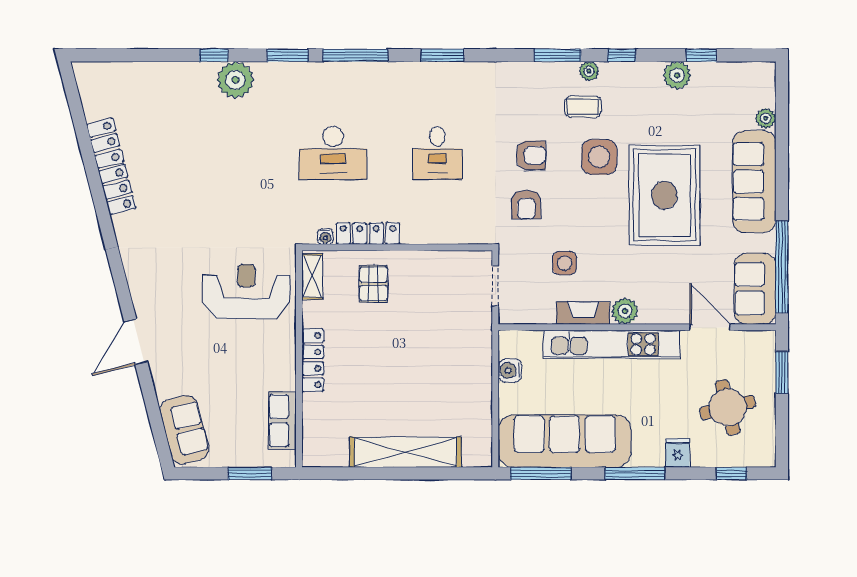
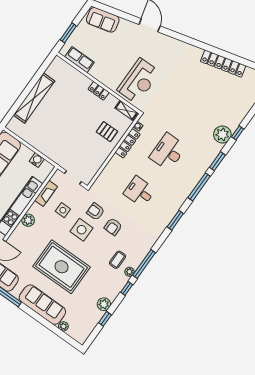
window: (558, 55) -> (144, 264), width x1.44
side table: (599, 157) -> (82, 230), moved
fireplace: (583, 313) -> (46, 193), moved
locker: (313, 360) -> (99, 91), width x0.66

